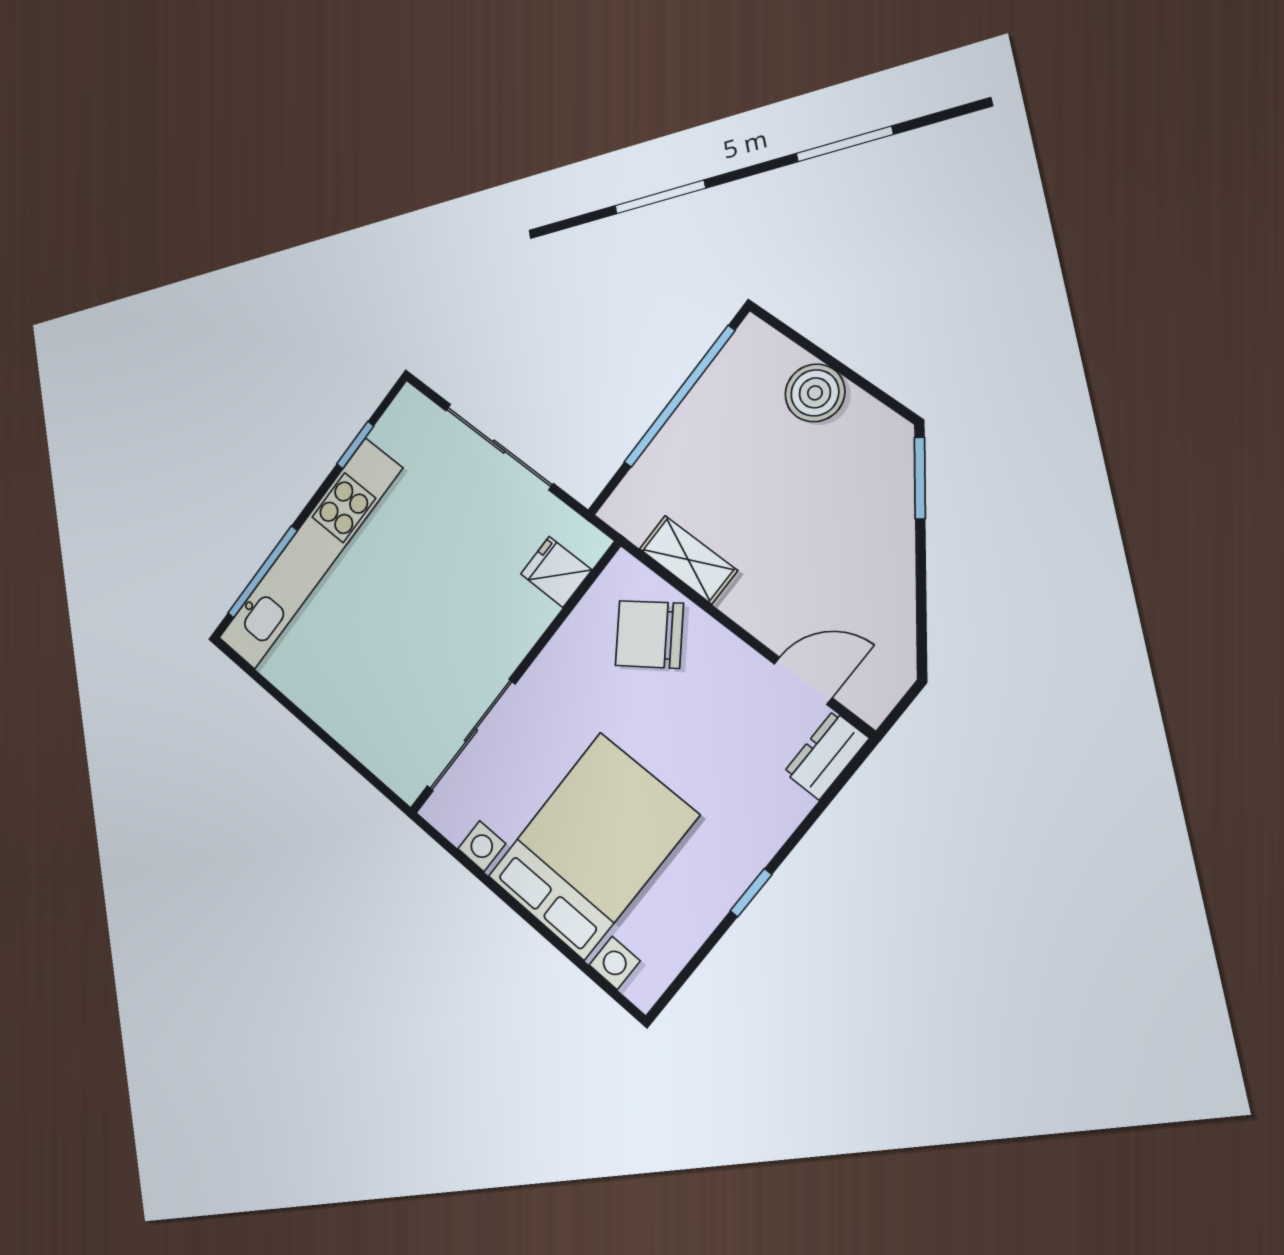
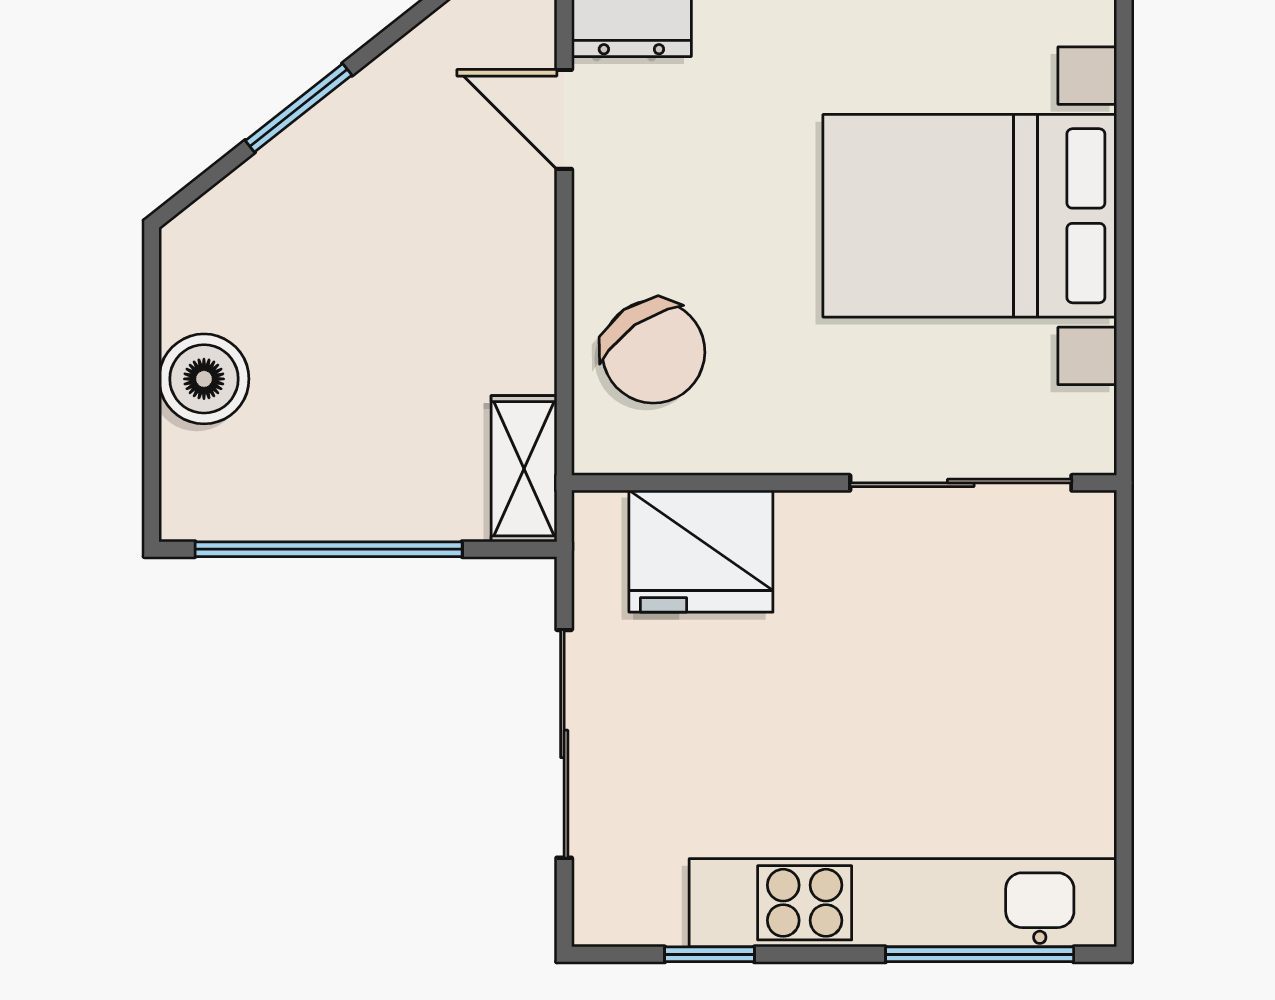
window: (920, 478) -> (299, 108), moved
shelving: (688, 560) -> (524, 469), moved
fridge: (556, 572) -> (701, 551), width x1.88, depth x1.34

